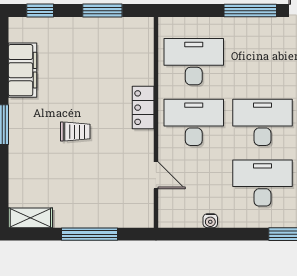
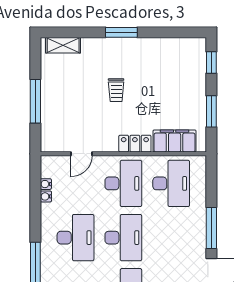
filing cabinet: (23, 70) -> (175, 141), moved, turned 180
shelving: (30, 218) -> (63, 45), moved, turned 90
water cooler: (194, 221) -> (46, 184), added

